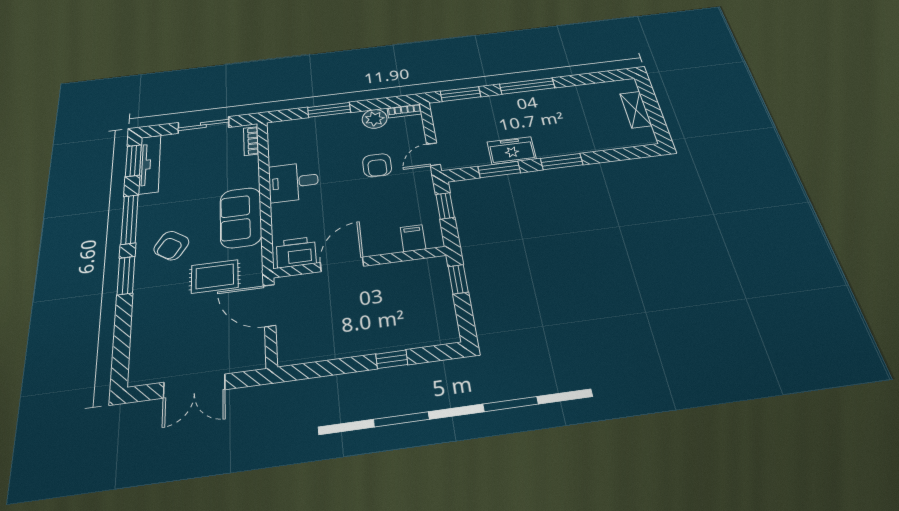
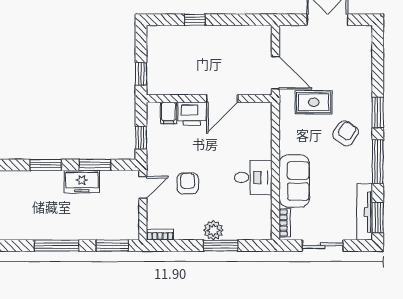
plant: (375, 119) -> (213, 230), moved
sofa: (241, 217) -> (294, 181), moved
printer: (296, 252) -> (192, 114), moved

